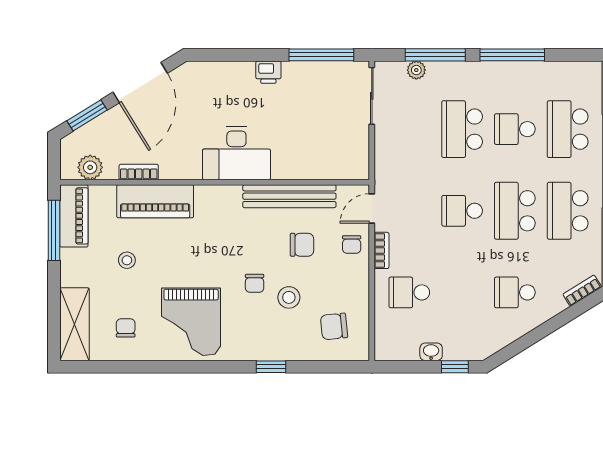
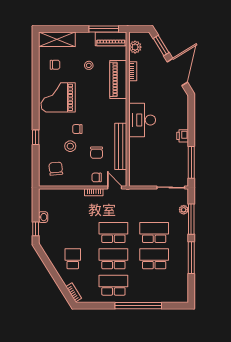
door: (140, 83) -> (177, 72), swing flipped
school desk: (515, 129) -> (154, 259), width x1.85
school desk: (568, 129) -> (154, 285), removed
school desk: (462, 211) -> (113, 233), width x1.85
school desk: (409, 292) -> (73, 206), removed

